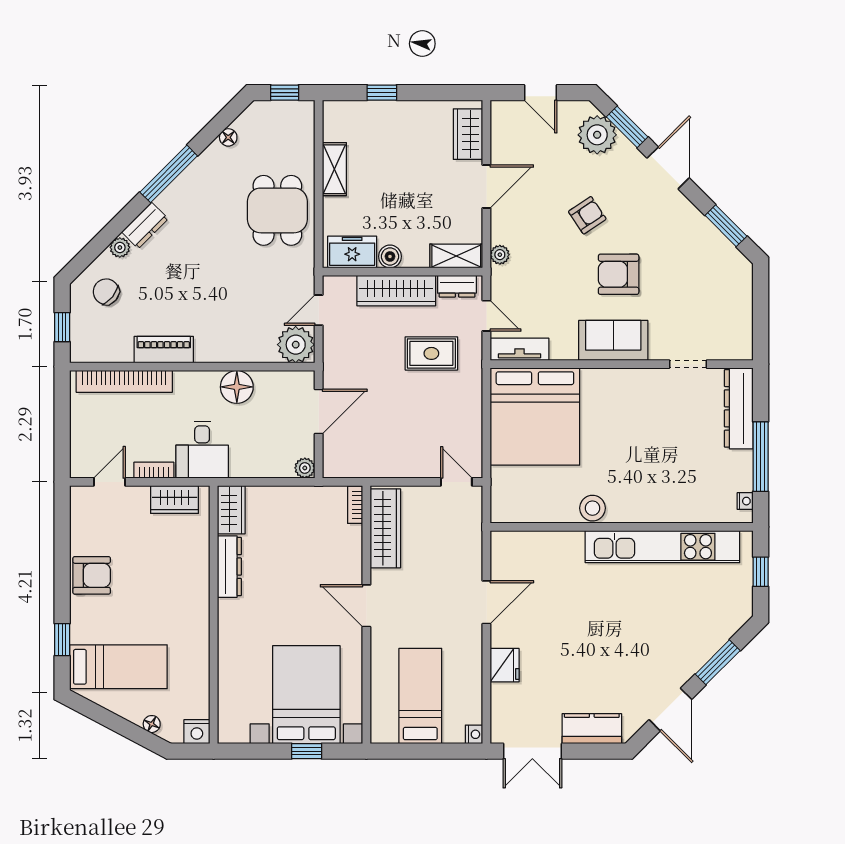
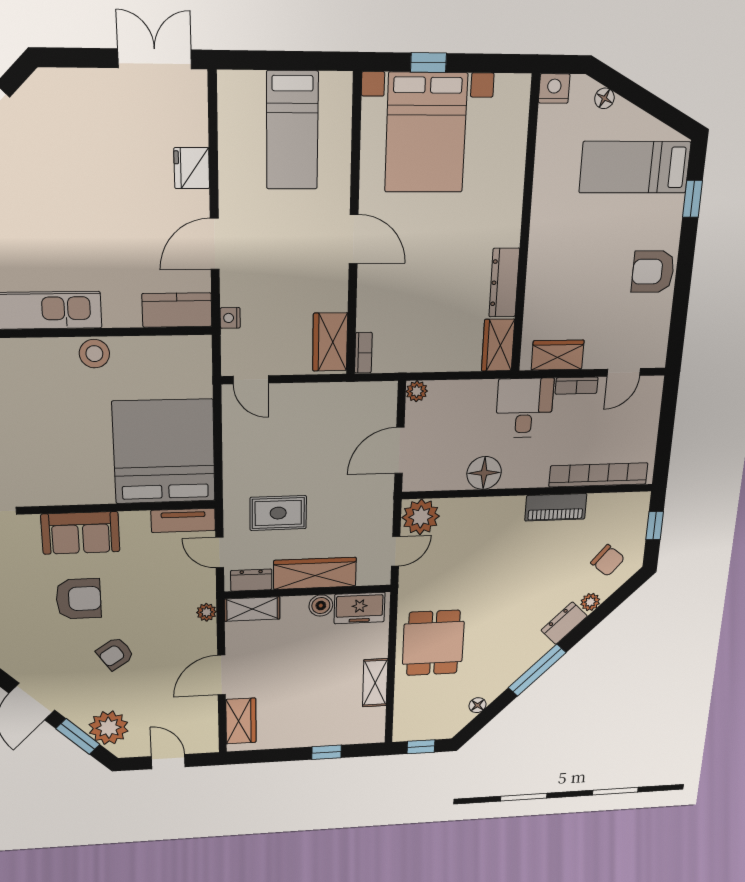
wardrobe: (385, 528) -> (330, 342), width x0.67
kitchen counter: (592, 729) -> (177, 310), moved, turned 180
nightstand: (474, 734) -> (230, 318), moved

